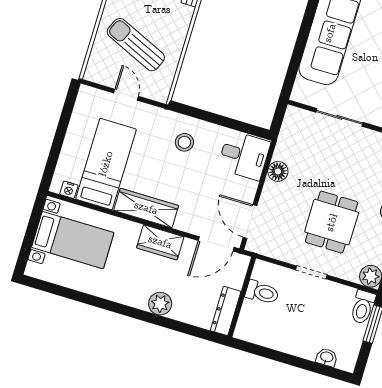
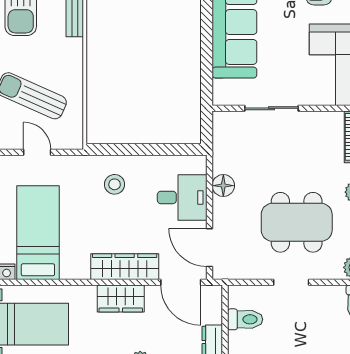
desk: (244, 155) -> (182, 197), moved
wardrobe: (146, 208) -> (125, 267), moved
dining table: (332, 222) -> (297, 222), width x1.38
door: (216, 244) -> (181, 282), hinge flipped

